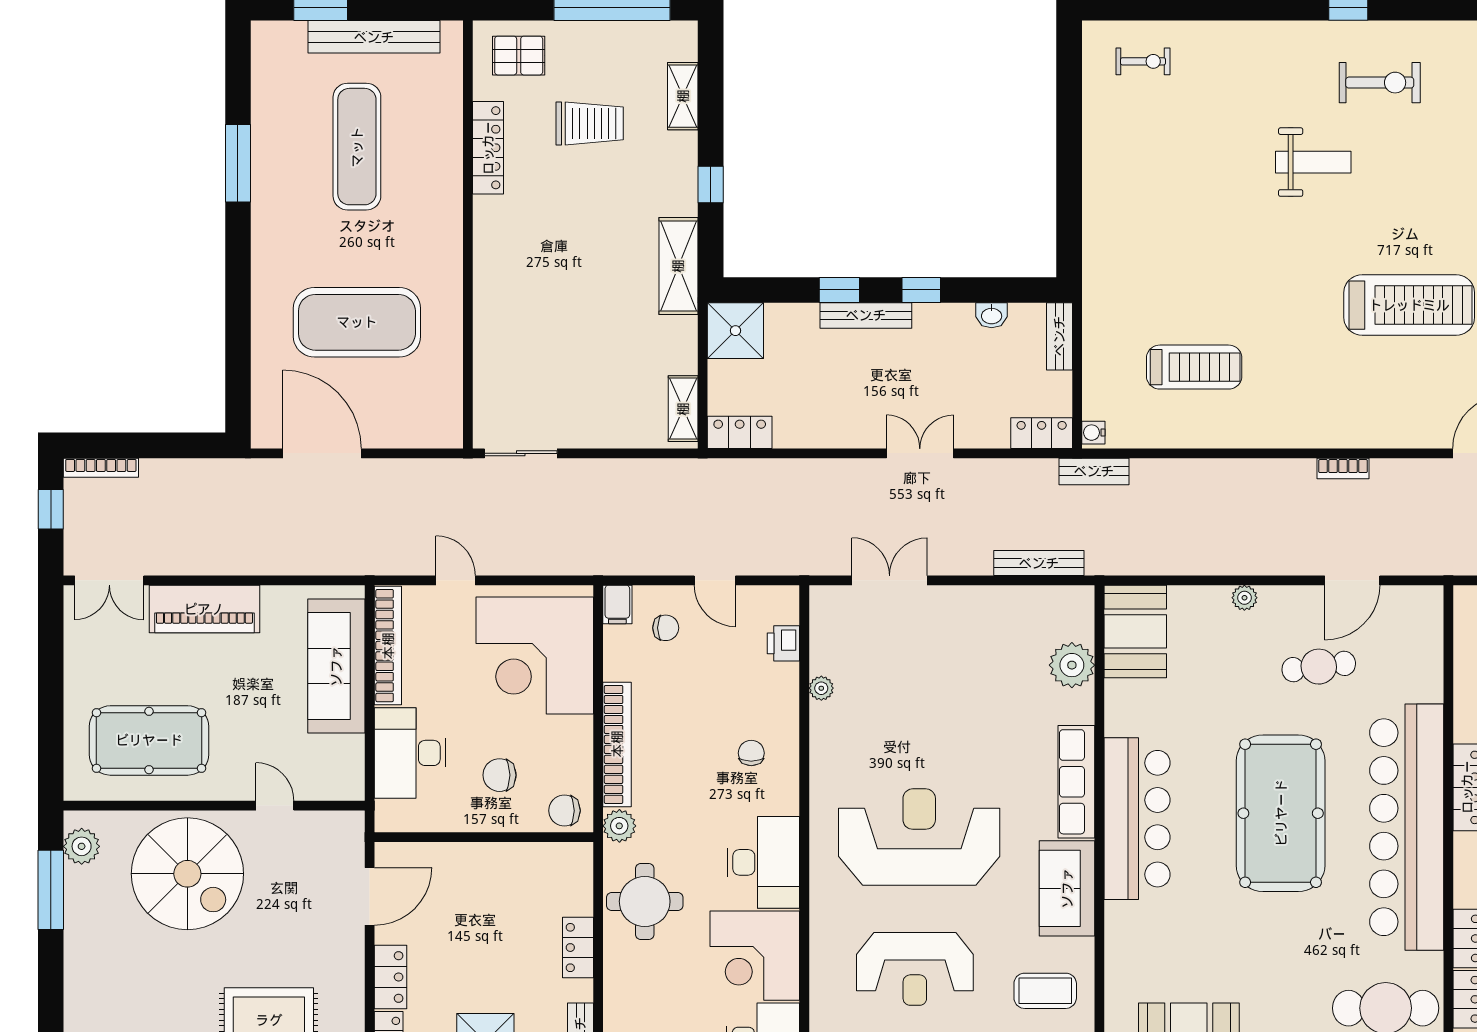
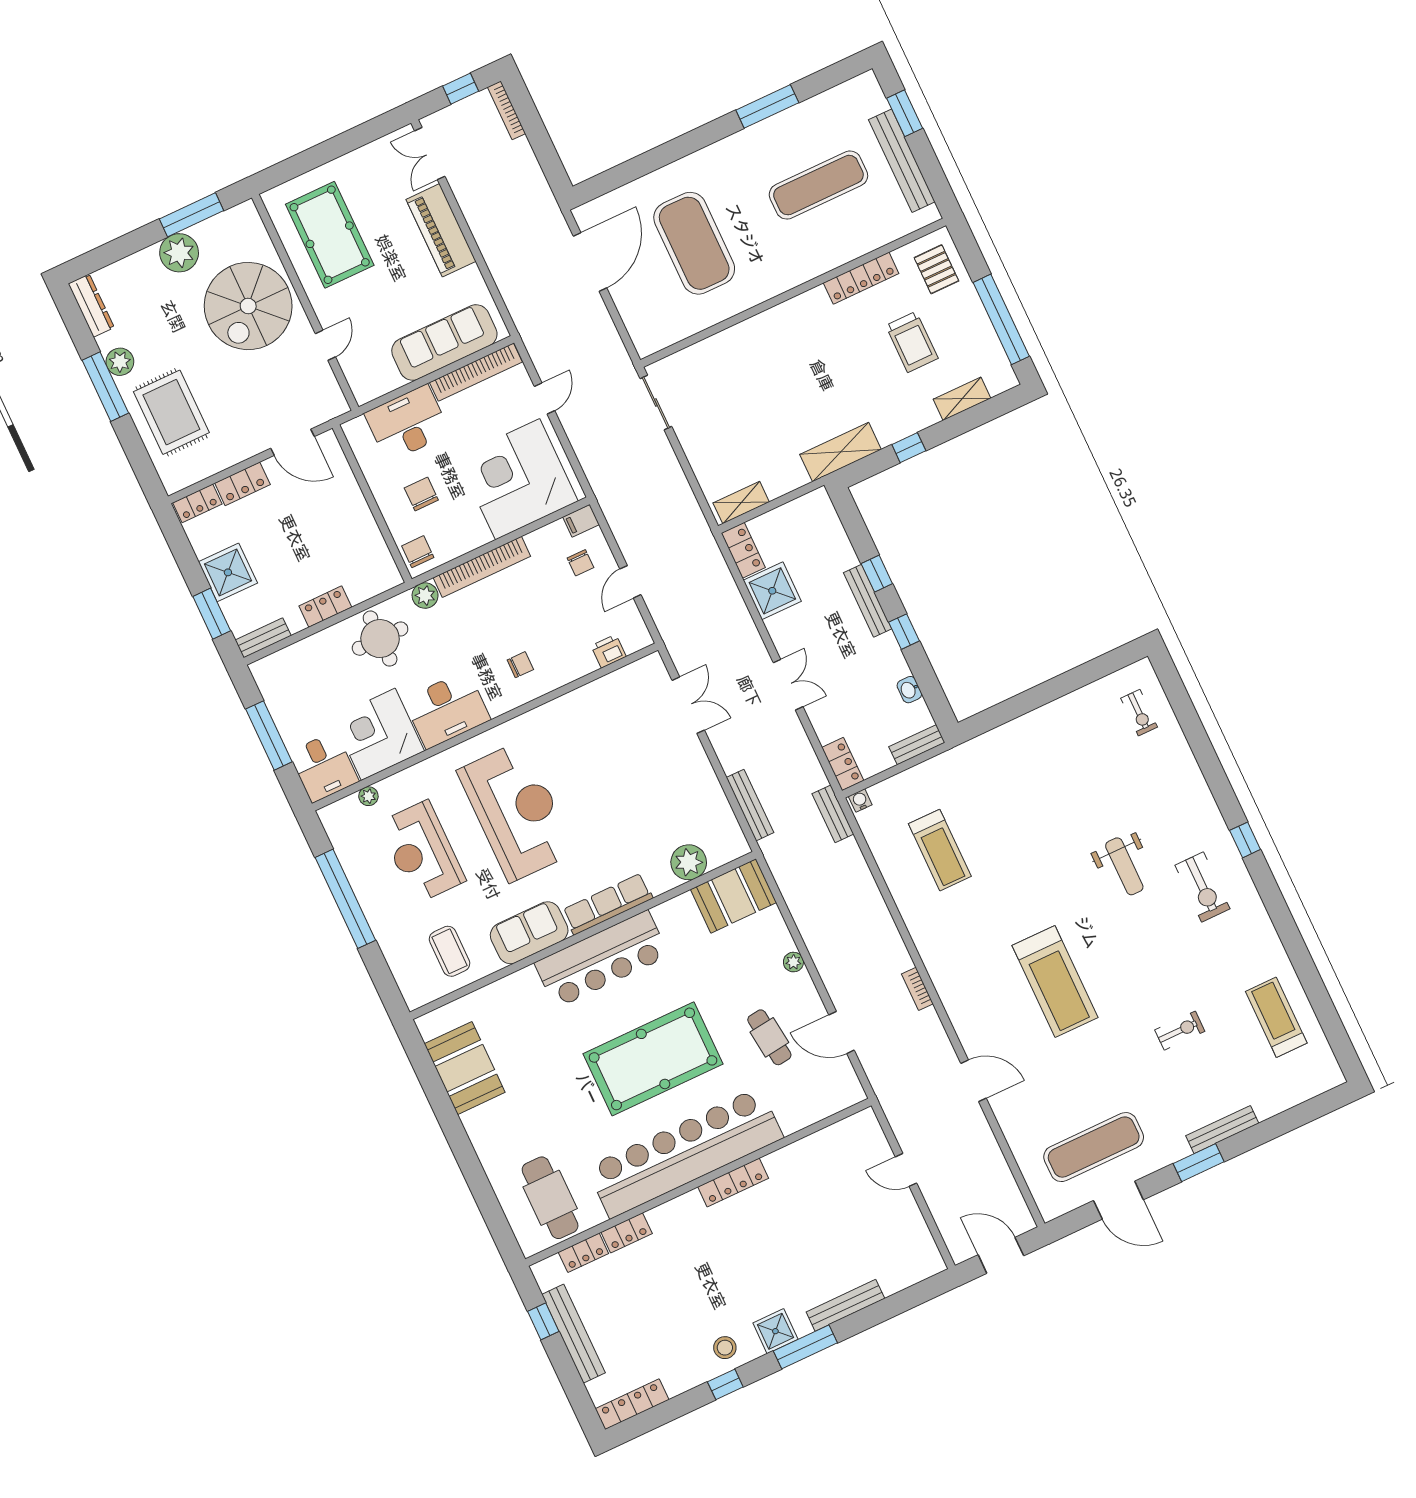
shower: (735, 331) -> (772, 591), moved
plant: (821, 688) -> (368, 796), moved
plant: (82, 846) -> (179, 253), moved, width x1.36, depth x1.36

